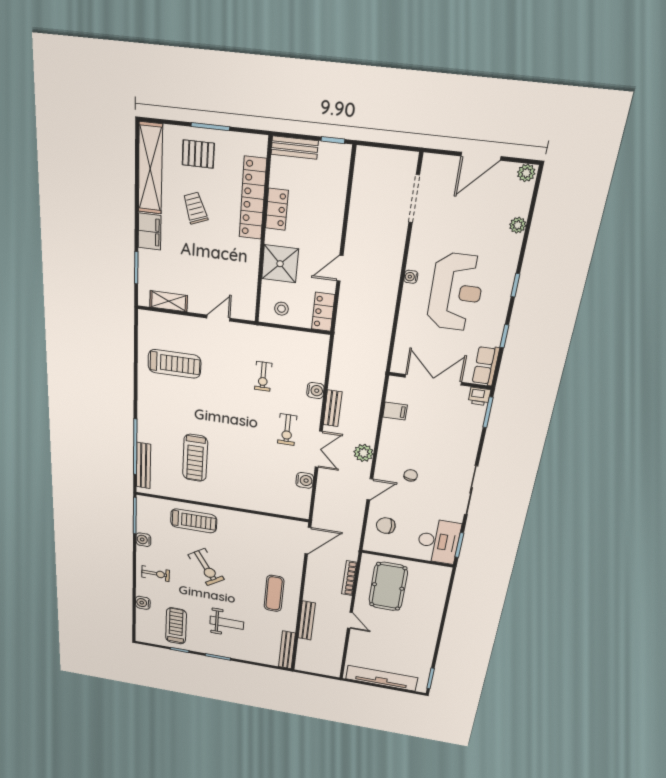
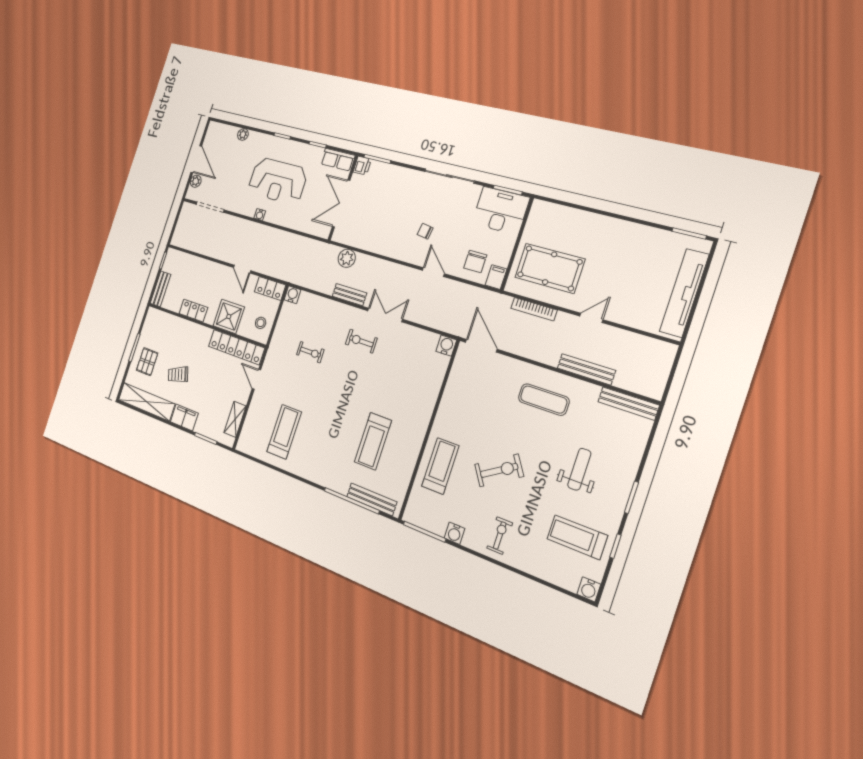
plant: (526, 173) -> (196, 181), moved
locker: (253, 198) -> (236, 347), moved
reception desk: (456, 292) -> (278, 181), turned 180
water cooler: (315, 390) -> (292, 295), moved
filing cabinet: (395, 411) -> (496, 277), moved
exercise bike: (287, 430) -> (361, 341), turned 180
plant: (363, 453) -> (347, 258), moved
treadmill: (195, 458) -> (373, 441), turned 90
water cooler: (305, 480) -> (446, 346), moved
water cooler: (143, 603) -> (589, 589), moved

